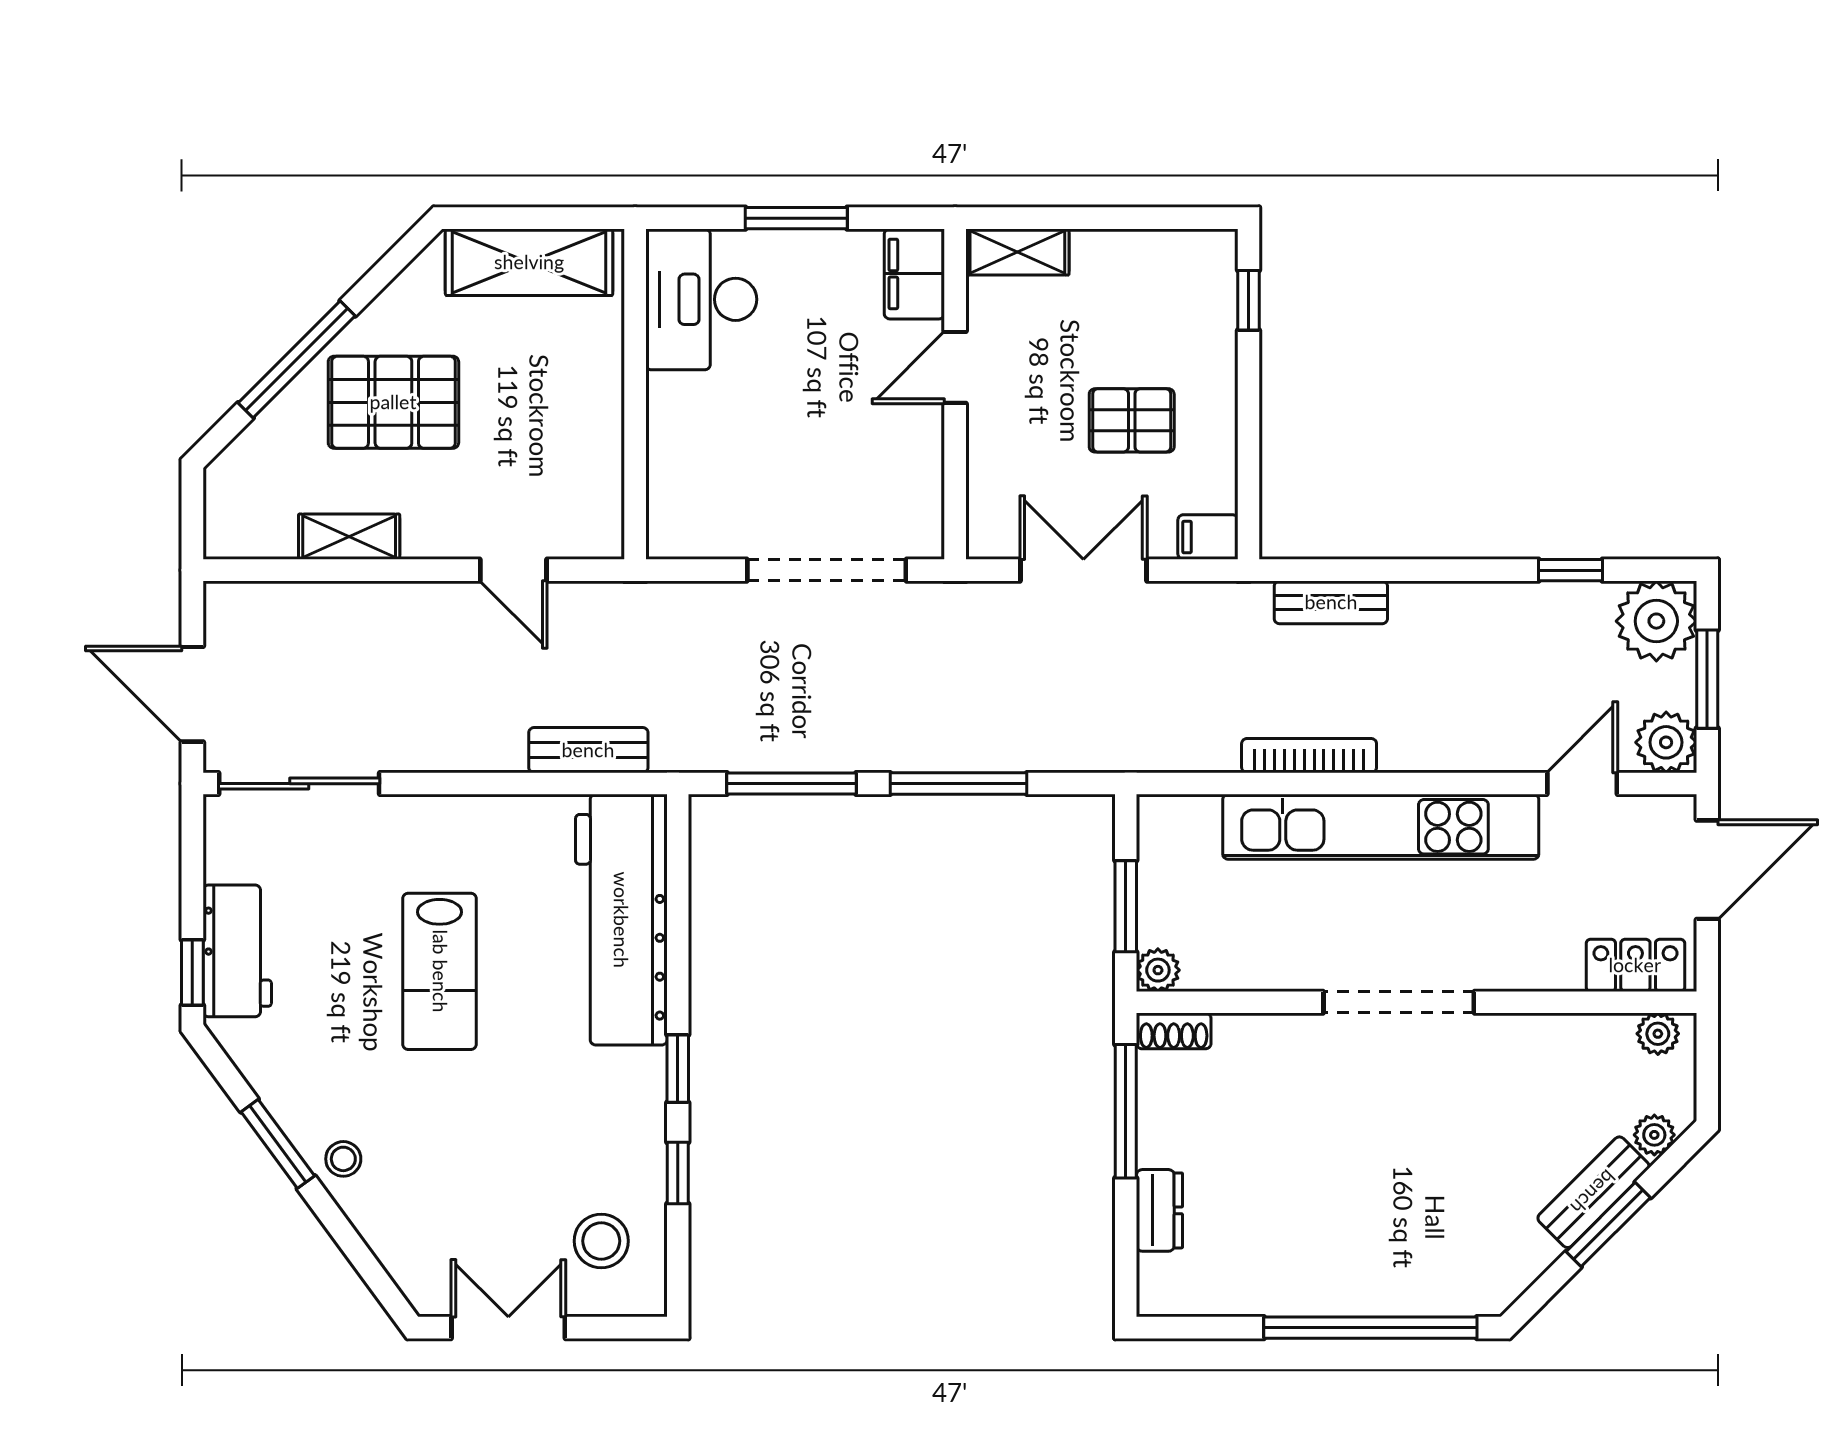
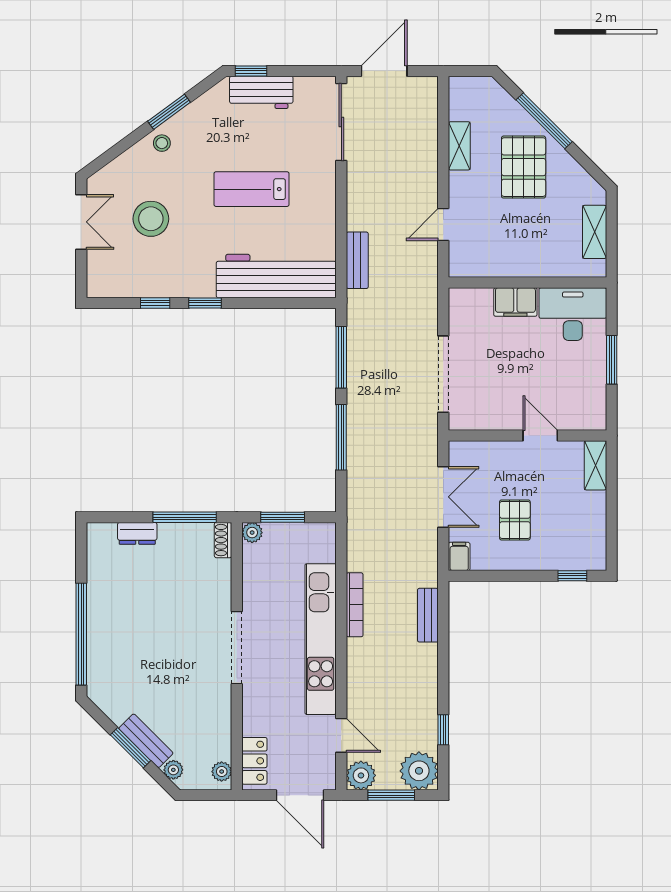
shelving: (529, 262) -> (595, 232), width x0.67, depth x0.75
filing cabinet: (914, 274) -> (515, 302), moved, turned 180
stool: (601, 1241) -> (151, 219), moved, width x1.38, depth x1.38

